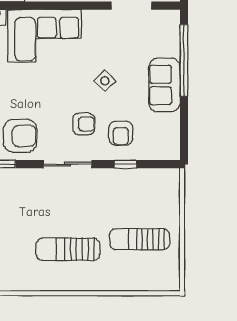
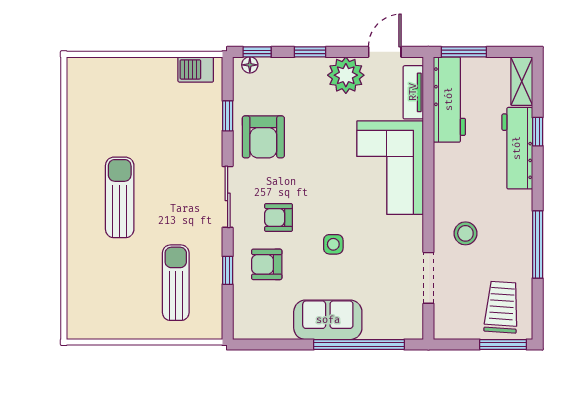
side table: (105, 81) -> (333, 244), turned 45
armchair: (84, 124) -> (279, 217), turned 90
sun lounger: (140, 239) -> (176, 283), moved

